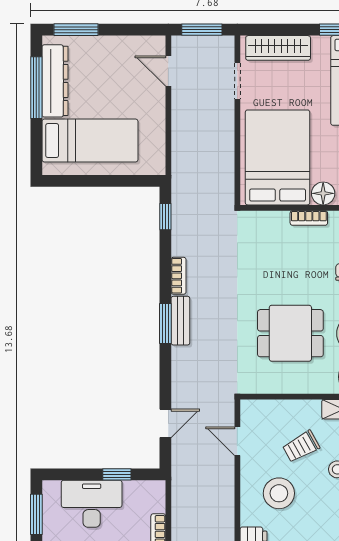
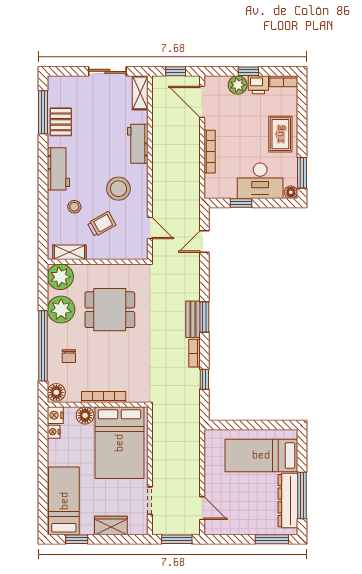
wardrobe: (278, 48) -> (111, 525), width x0.67
window: (165, 217) -> (204, 379), moved
bookcase: (309, 218) -> (104, 397), width x1.56
floor lamp: (51, 489) -> (291, 192), added

